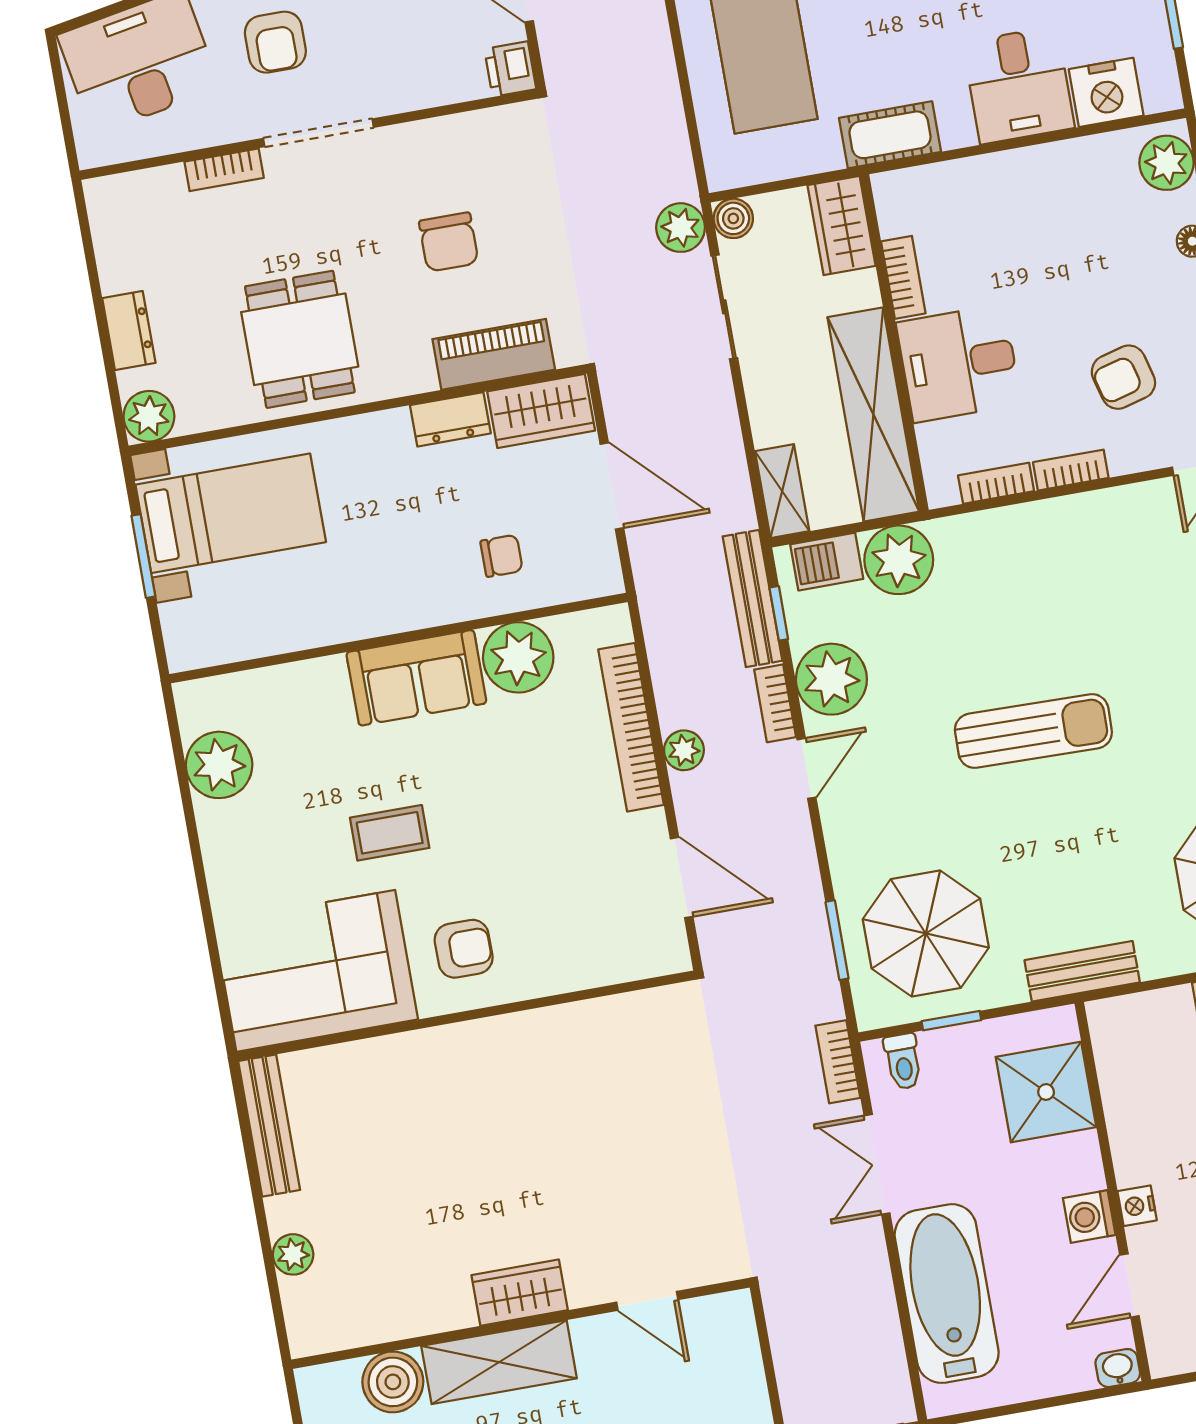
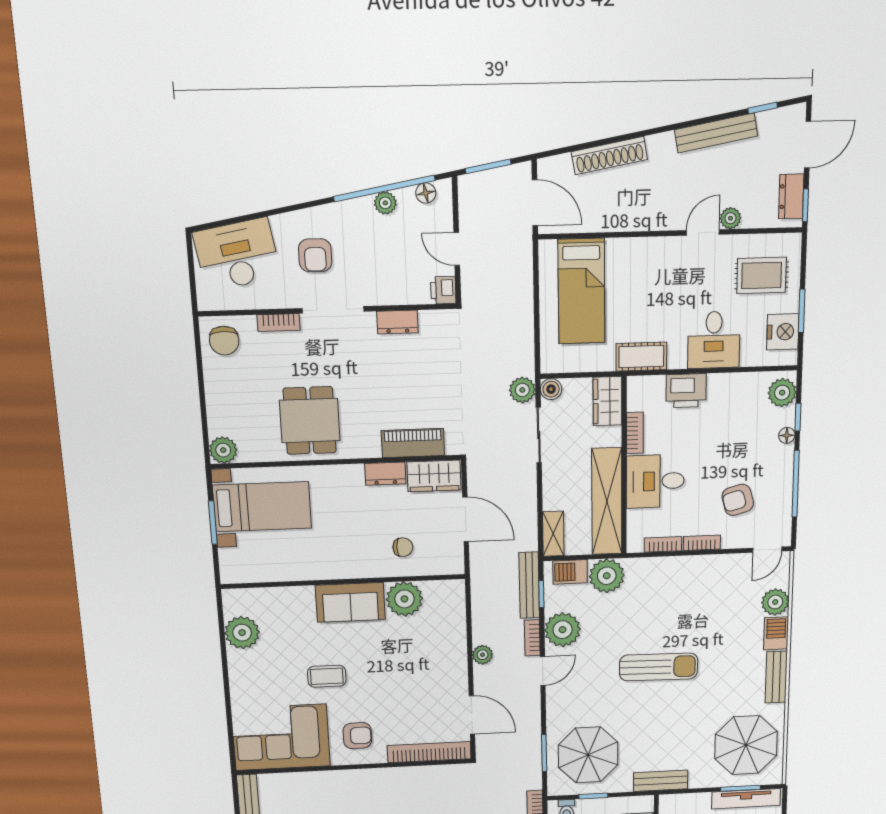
nightstand: (1106, 92) -> (783, 332), moved, turned -90
printer: (985, 185) -> (686, 391), added
chair: (449, 242) -> (224, 341), moved
dresser: (129, 331) -> (397, 322), moved, turned 90
bookcase: (631, 727) -> (429, 752), moved, turned 90

